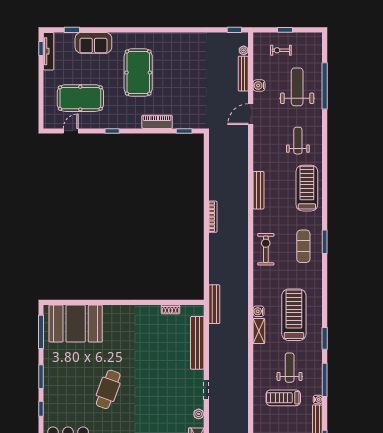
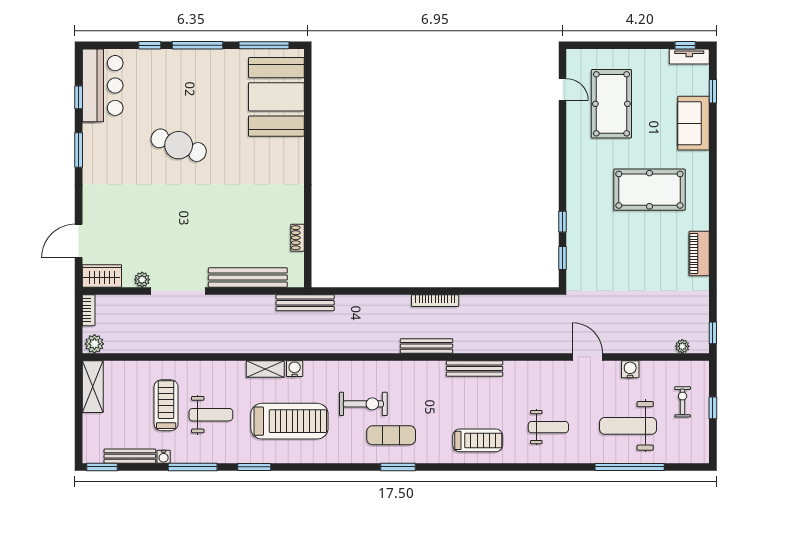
tv unit: (49, 51) -> (689, 57), width x0.71
bench: (243, 74) -> (427, 346), moved
weight bench: (297, 87) -> (628, 426), turned 180
piano: (157, 122) -> (699, 253), moved, turned 180
window: (112, 131) -> (563, 222), moved
treadmill: (307, 188) -> (478, 440), width x0.73, depth x0.73
exercise bike: (266, 249) -> (363, 404), moved
window: (41, 377) -> (198, 45), width x1.44
doorway: (206, 390) -> (178, 291), width x1.88

